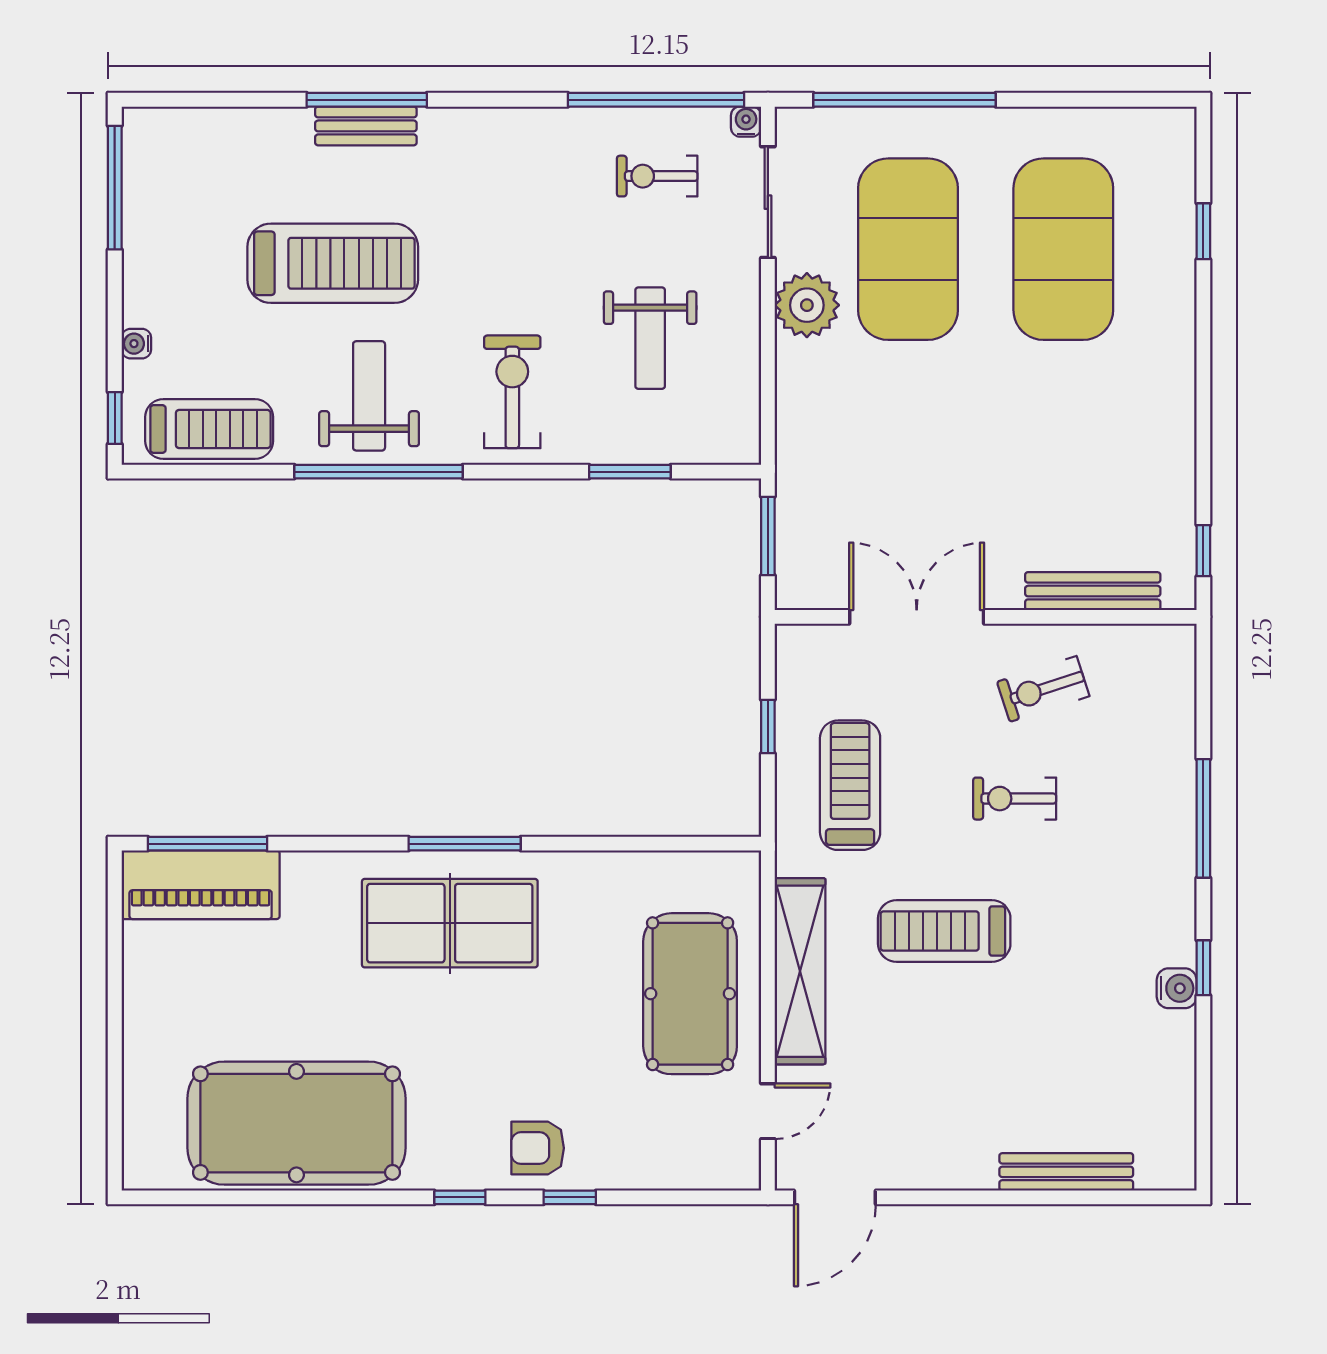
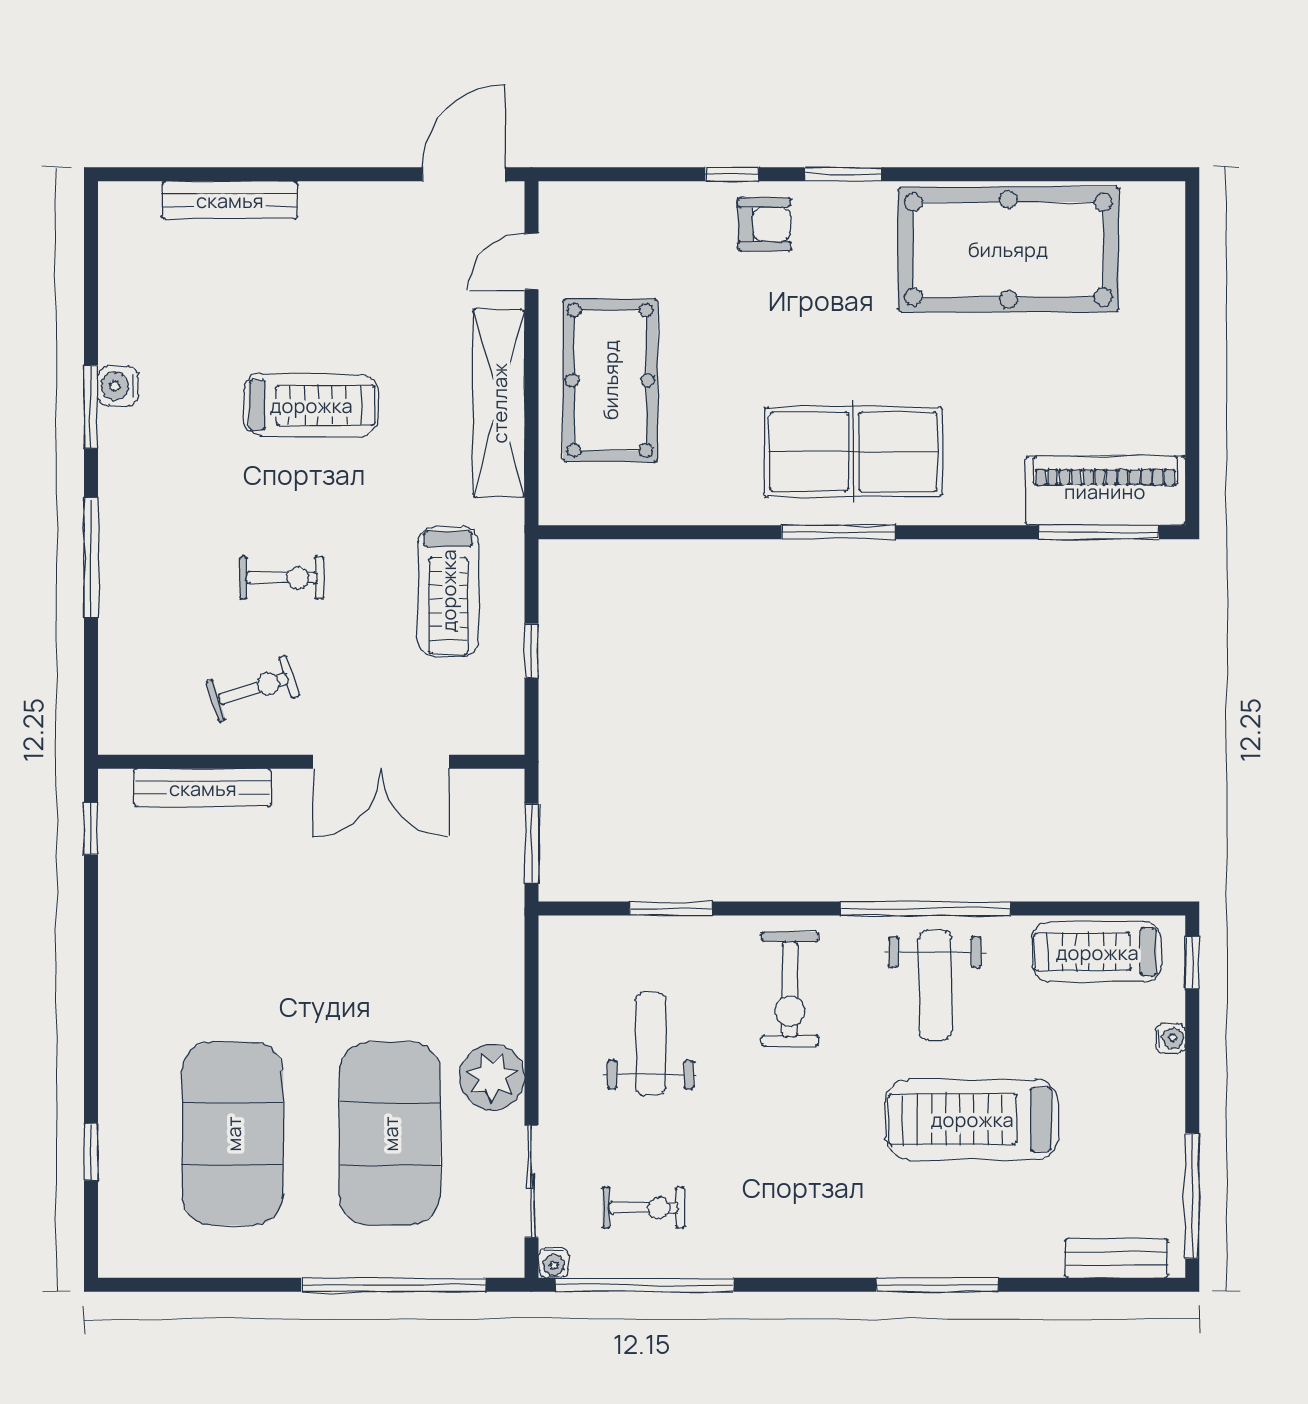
bench: (366, 126) -> (1116, 1258), moved
treadmill: (944, 931) -> (311, 405), moved
window: (1203, 968) -> (91, 407), width x1.50
window: (460, 1197) -> (843, 174), width x1.50

